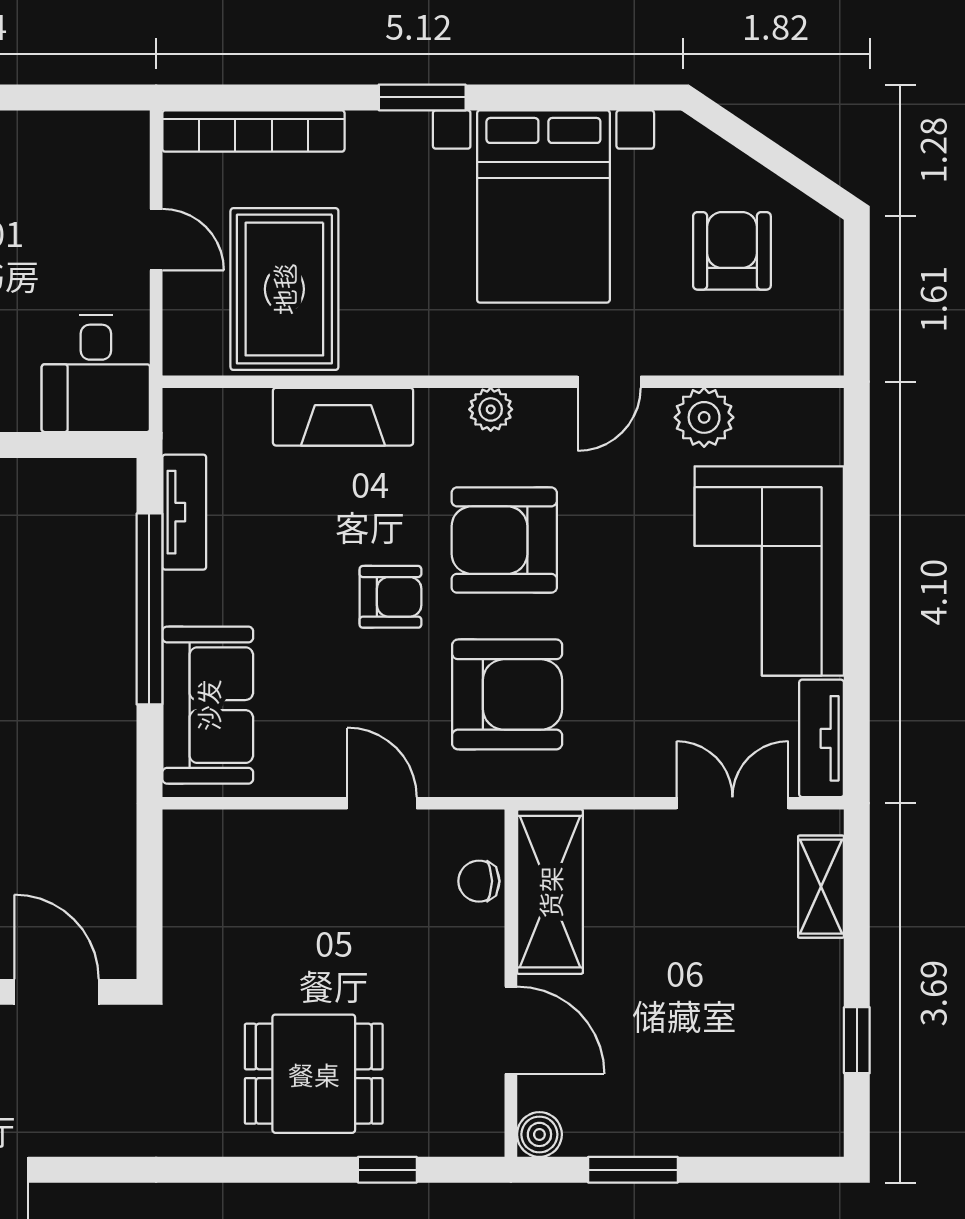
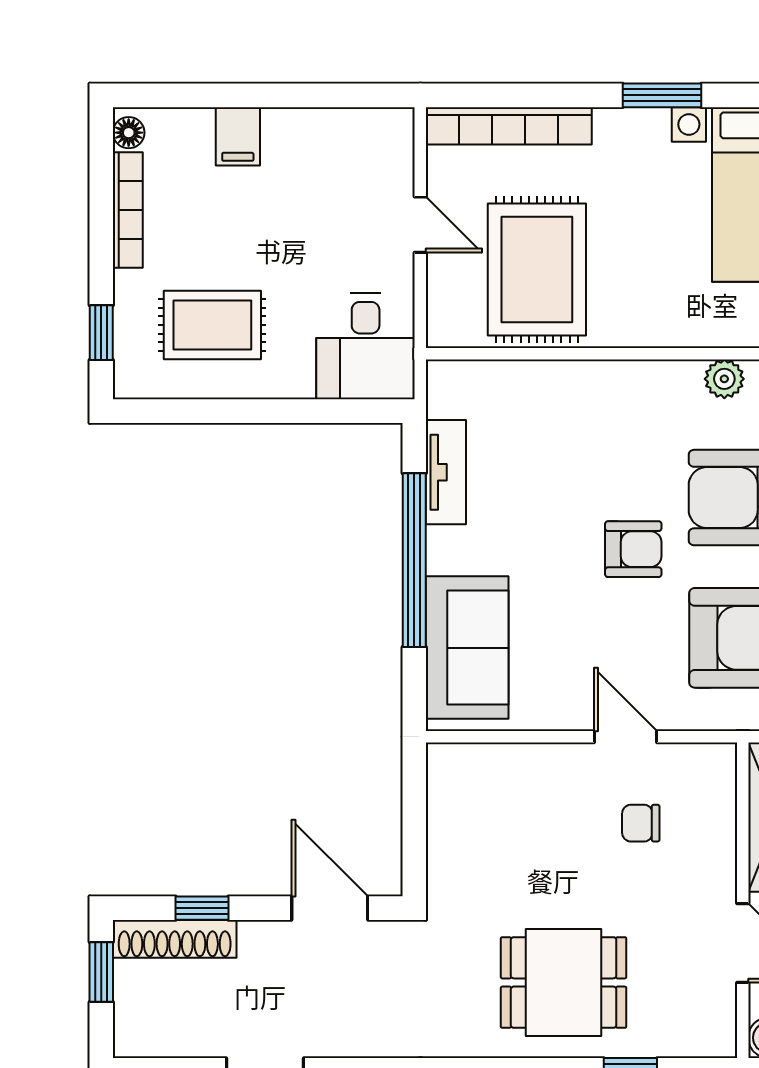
fireplace: (343, 417) -> (590, 385), removed
chair: (479, 881) -> (641, 823), moved

